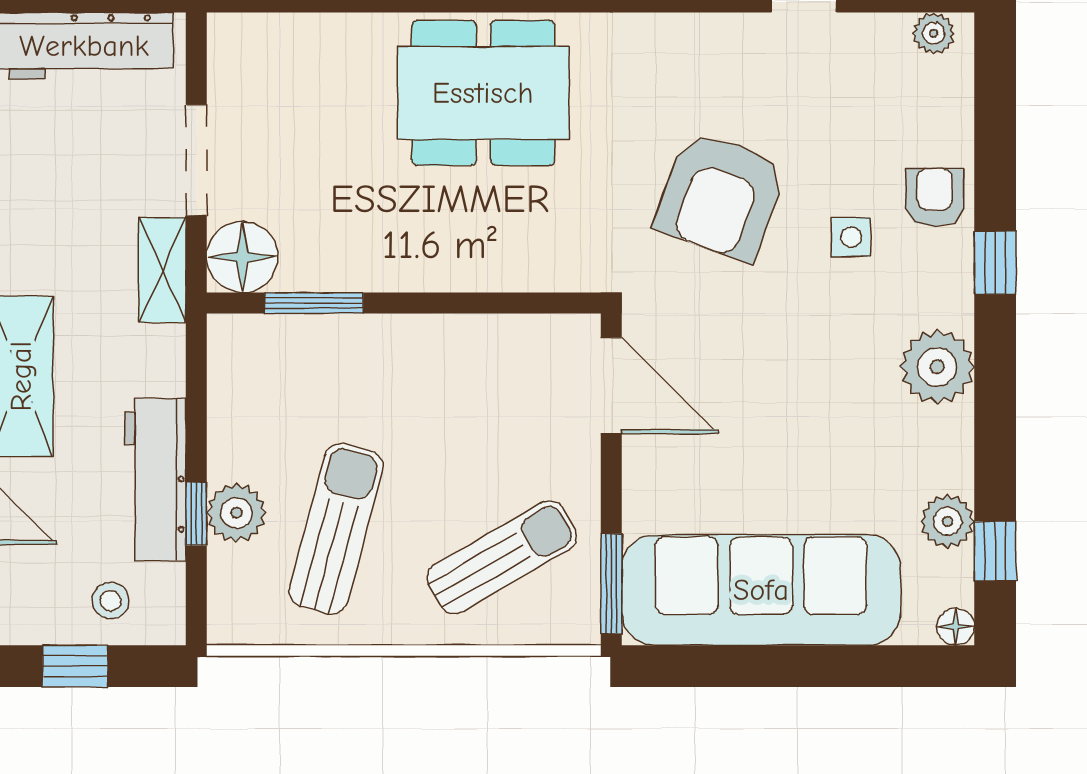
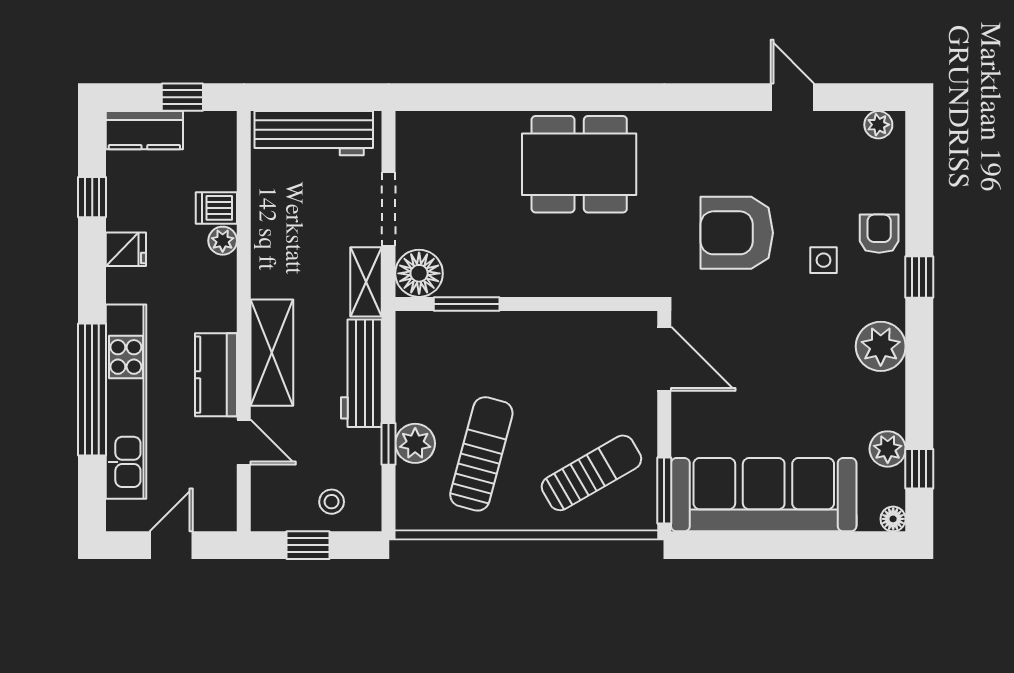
armchair: (720, 196) -> (737, 233), turned 70
workbench: (156, 480) -> (361, 373), moved

